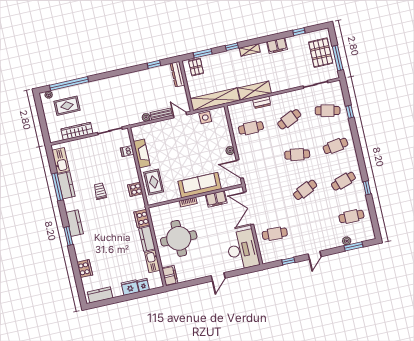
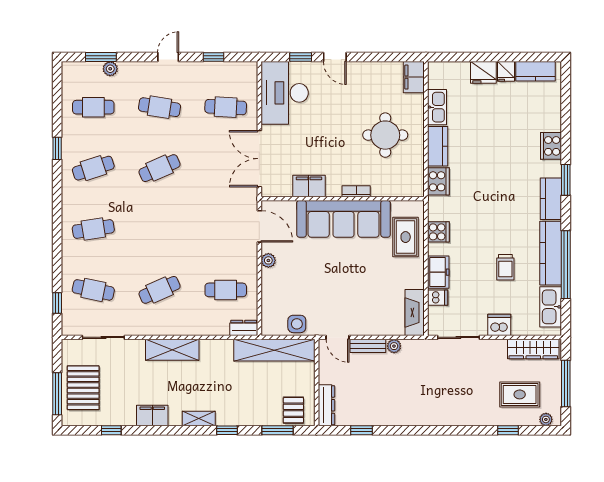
window: (338, 58) -> (57, 394), moved
window: (69, 83) -> (508, 430), width x0.32
shelving: (255, 91) -> (172, 350), moved
dresser: (262, 102) -> (244, 328), moved
window: (350, 112) -> (57, 303), moved
window: (42, 118) -> (566, 384), added
wardrobe: (77, 131) -> (533, 349), moved
dishwasher: (88, 143) -> (499, 325), added
fireplace: (142, 154) -> (415, 313), moved
cafe table: (297, 155) -> (160, 107), moved
freezer: (130, 166) -> (438, 272), added
kitchen counter: (66, 185) -> (551, 253), width x1.50
sofa: (200, 185) -> (344, 219), width x1.36, depth x1.27
window: (57, 187) -> (566, 265), width x1.46
trolley: (100, 191) -> (505, 267), moved
double door: (249, 208) -> (259, 159), swing flipped
round table: (179, 238) -> (385, 135), width x0.73, depth x0.73
cooker: (85, 269) -> (551, 146), moved
window: (238, 273) -> (301, 57), added
door: (218, 277) -> (335, 57), swing flipped
fridge: (143, 285) -> (506, 71), moved

